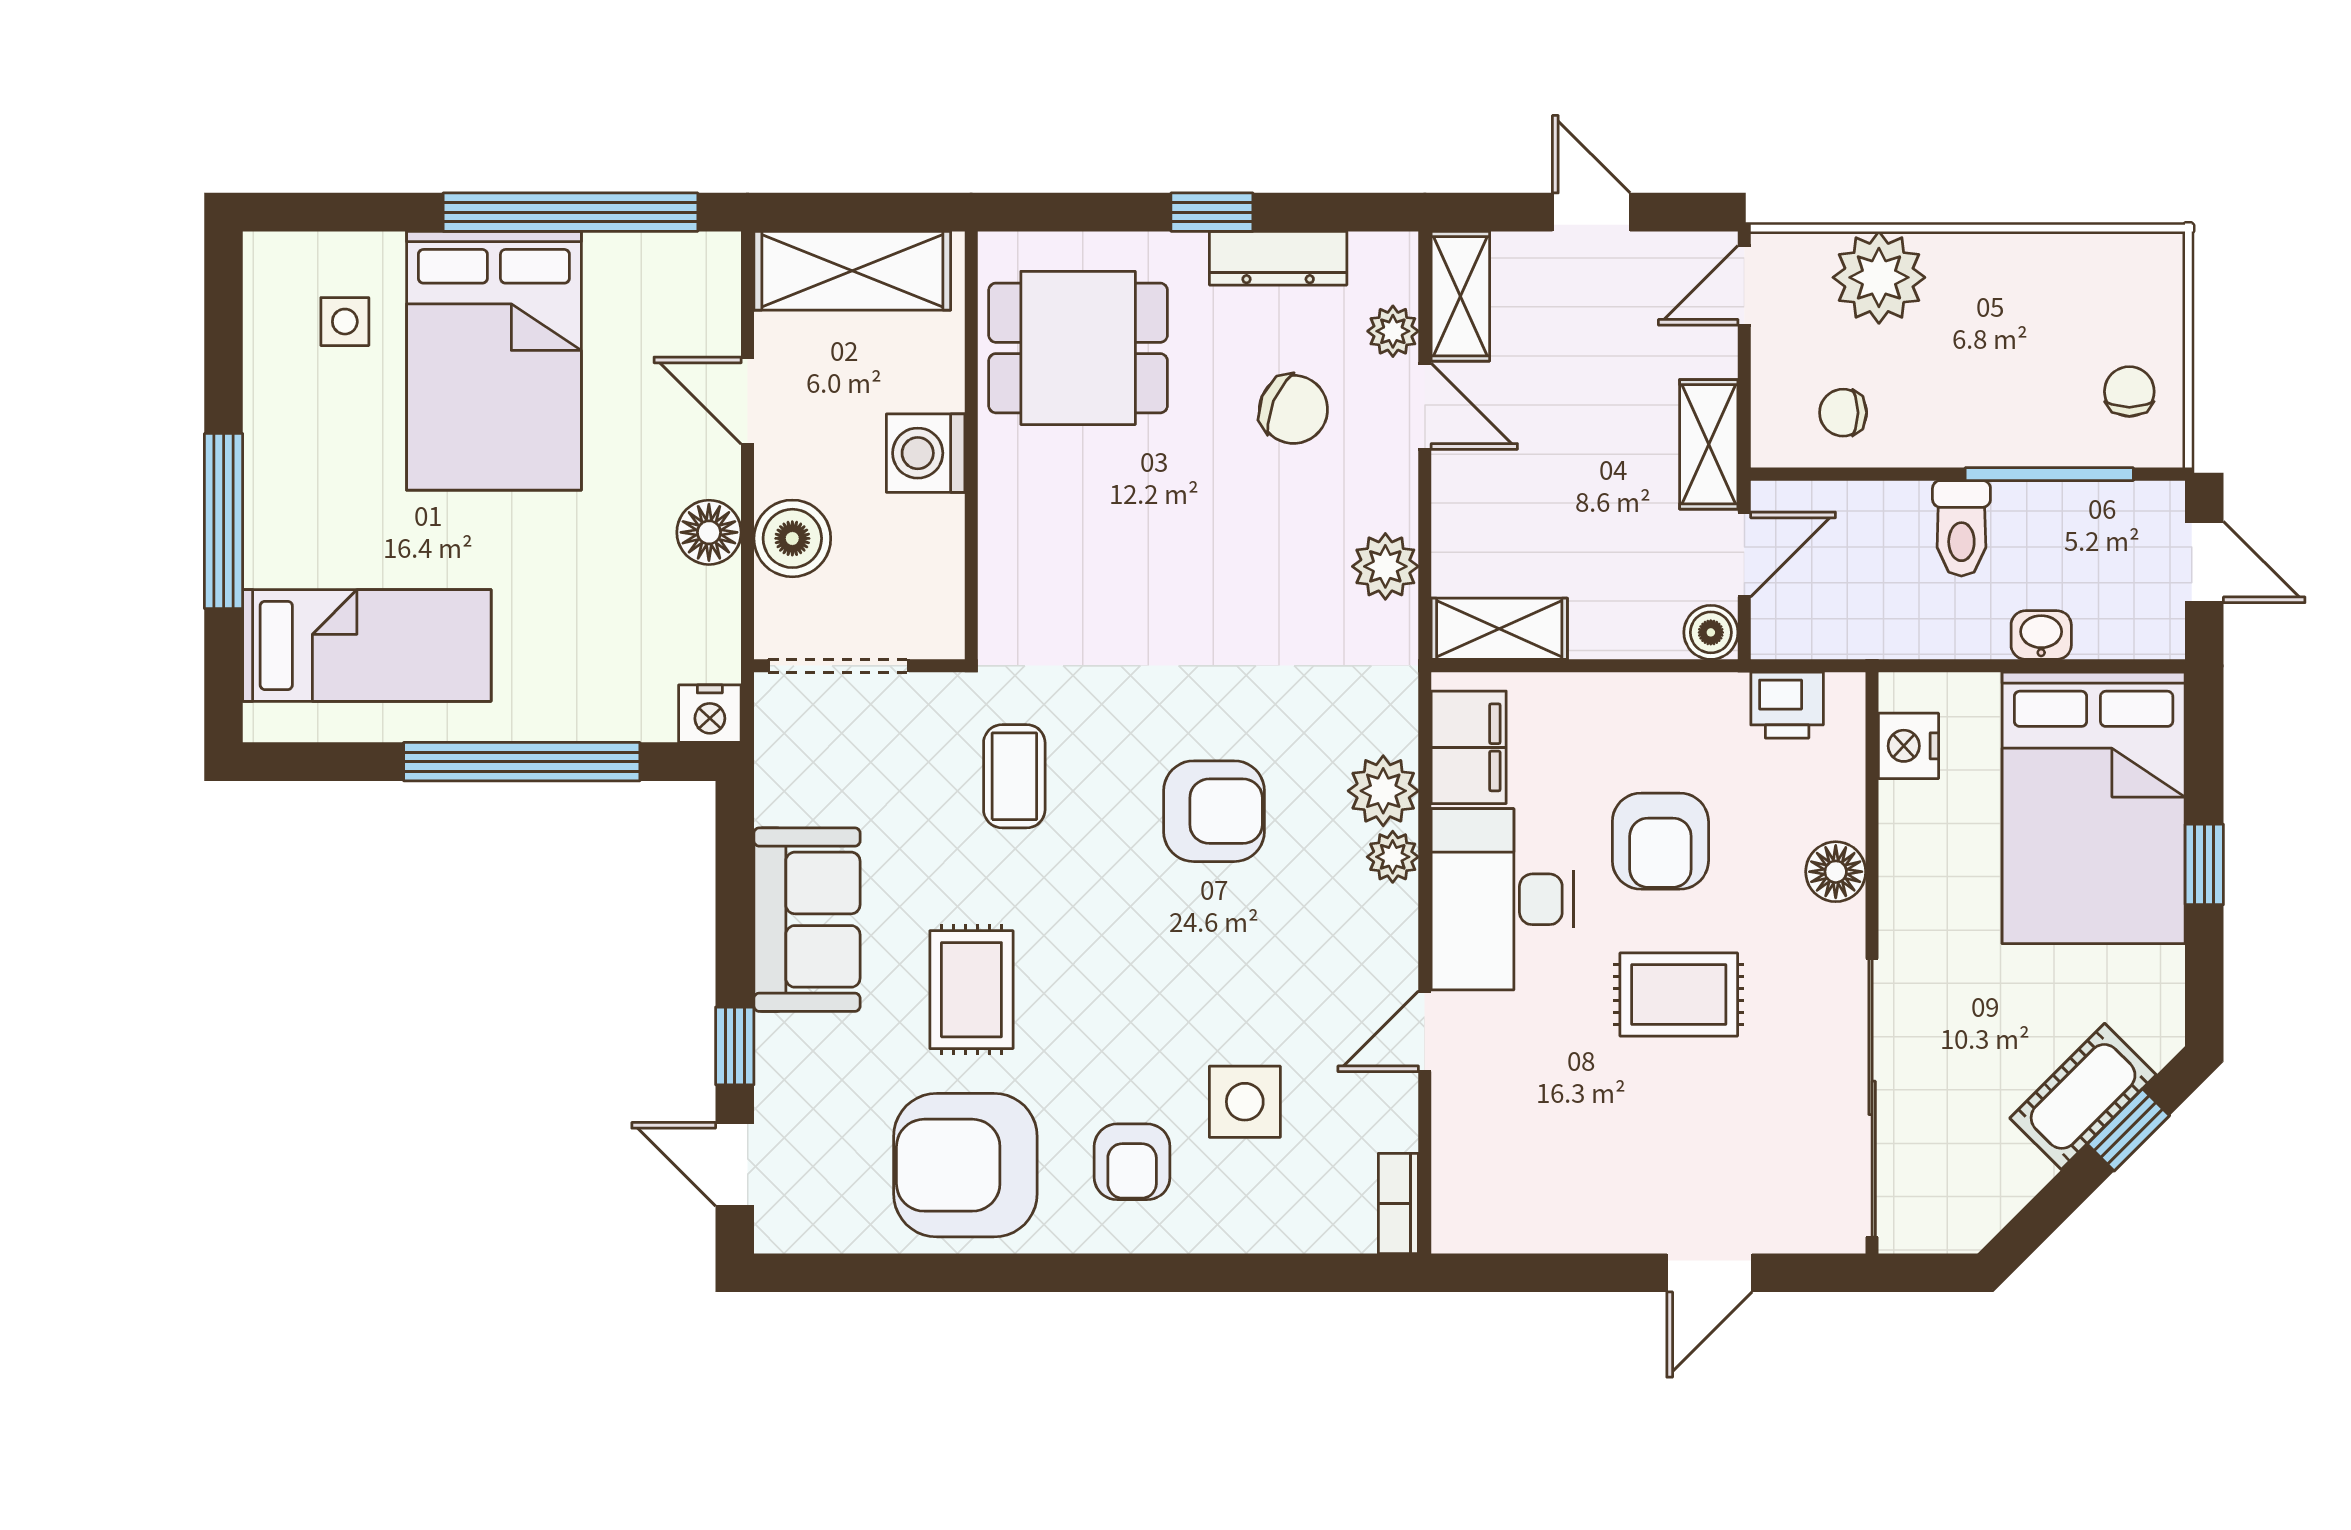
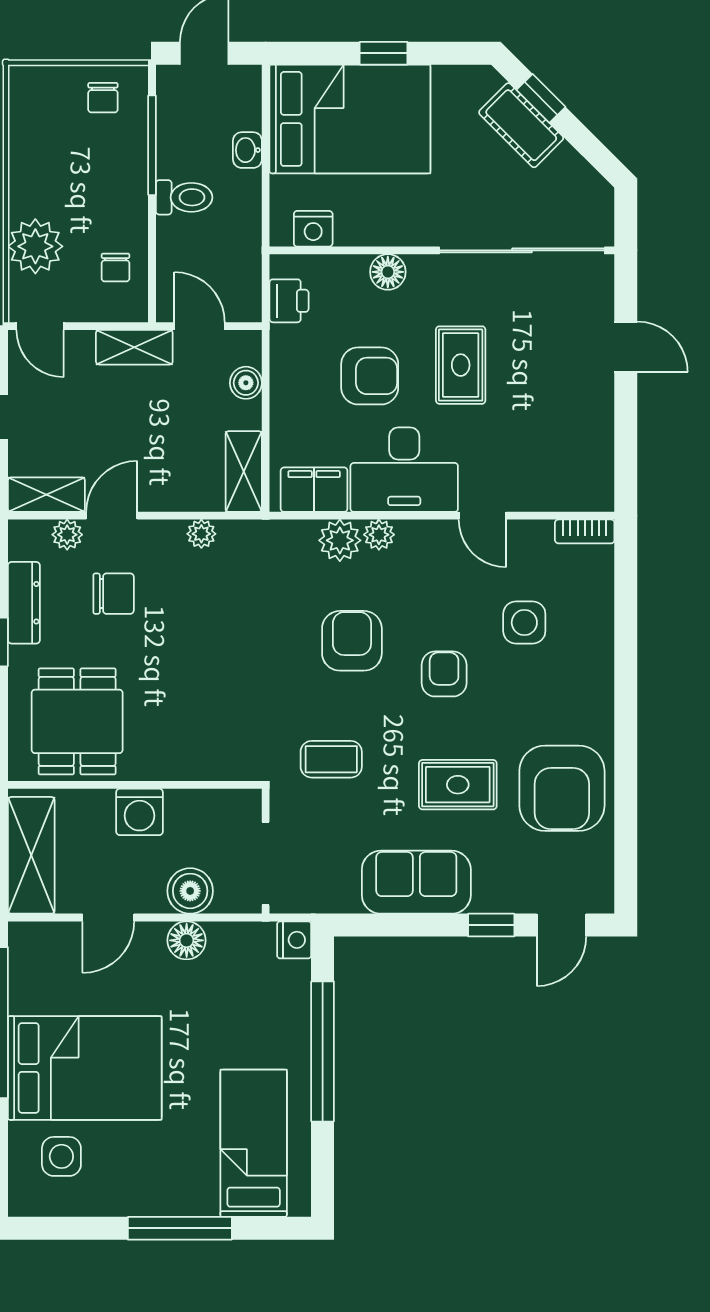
side table: (345, 322) -> (61, 1156), width x1.37, depth x1.37
chair: (2129, 392) -> (103, 98), turned -90
chair: (1293, 409) -> (114, 594), turned 67
plant: (1385, 566) -> (201, 534), width x0.73, depth x0.73
boiler: (1711, 632) -> (246, 383), moved
armchair: (1132, 1162) -> (444, 674), moved, turned -90

